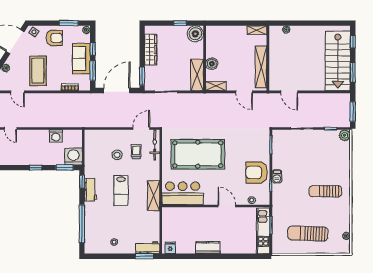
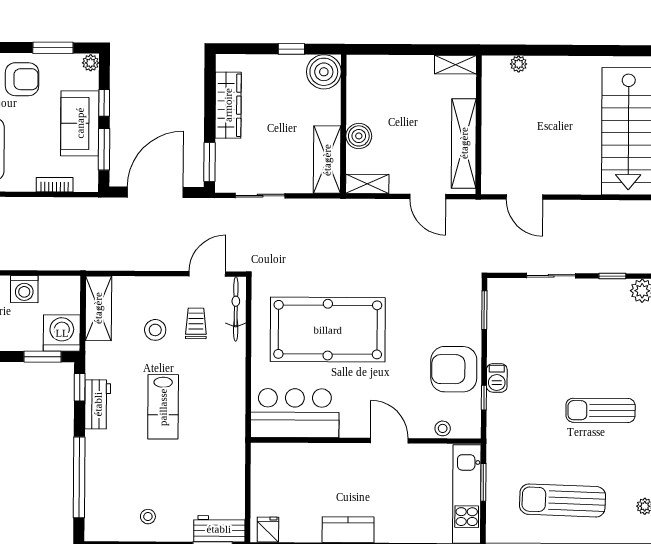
shelving: (153, 196) -> (98, 308), moved

